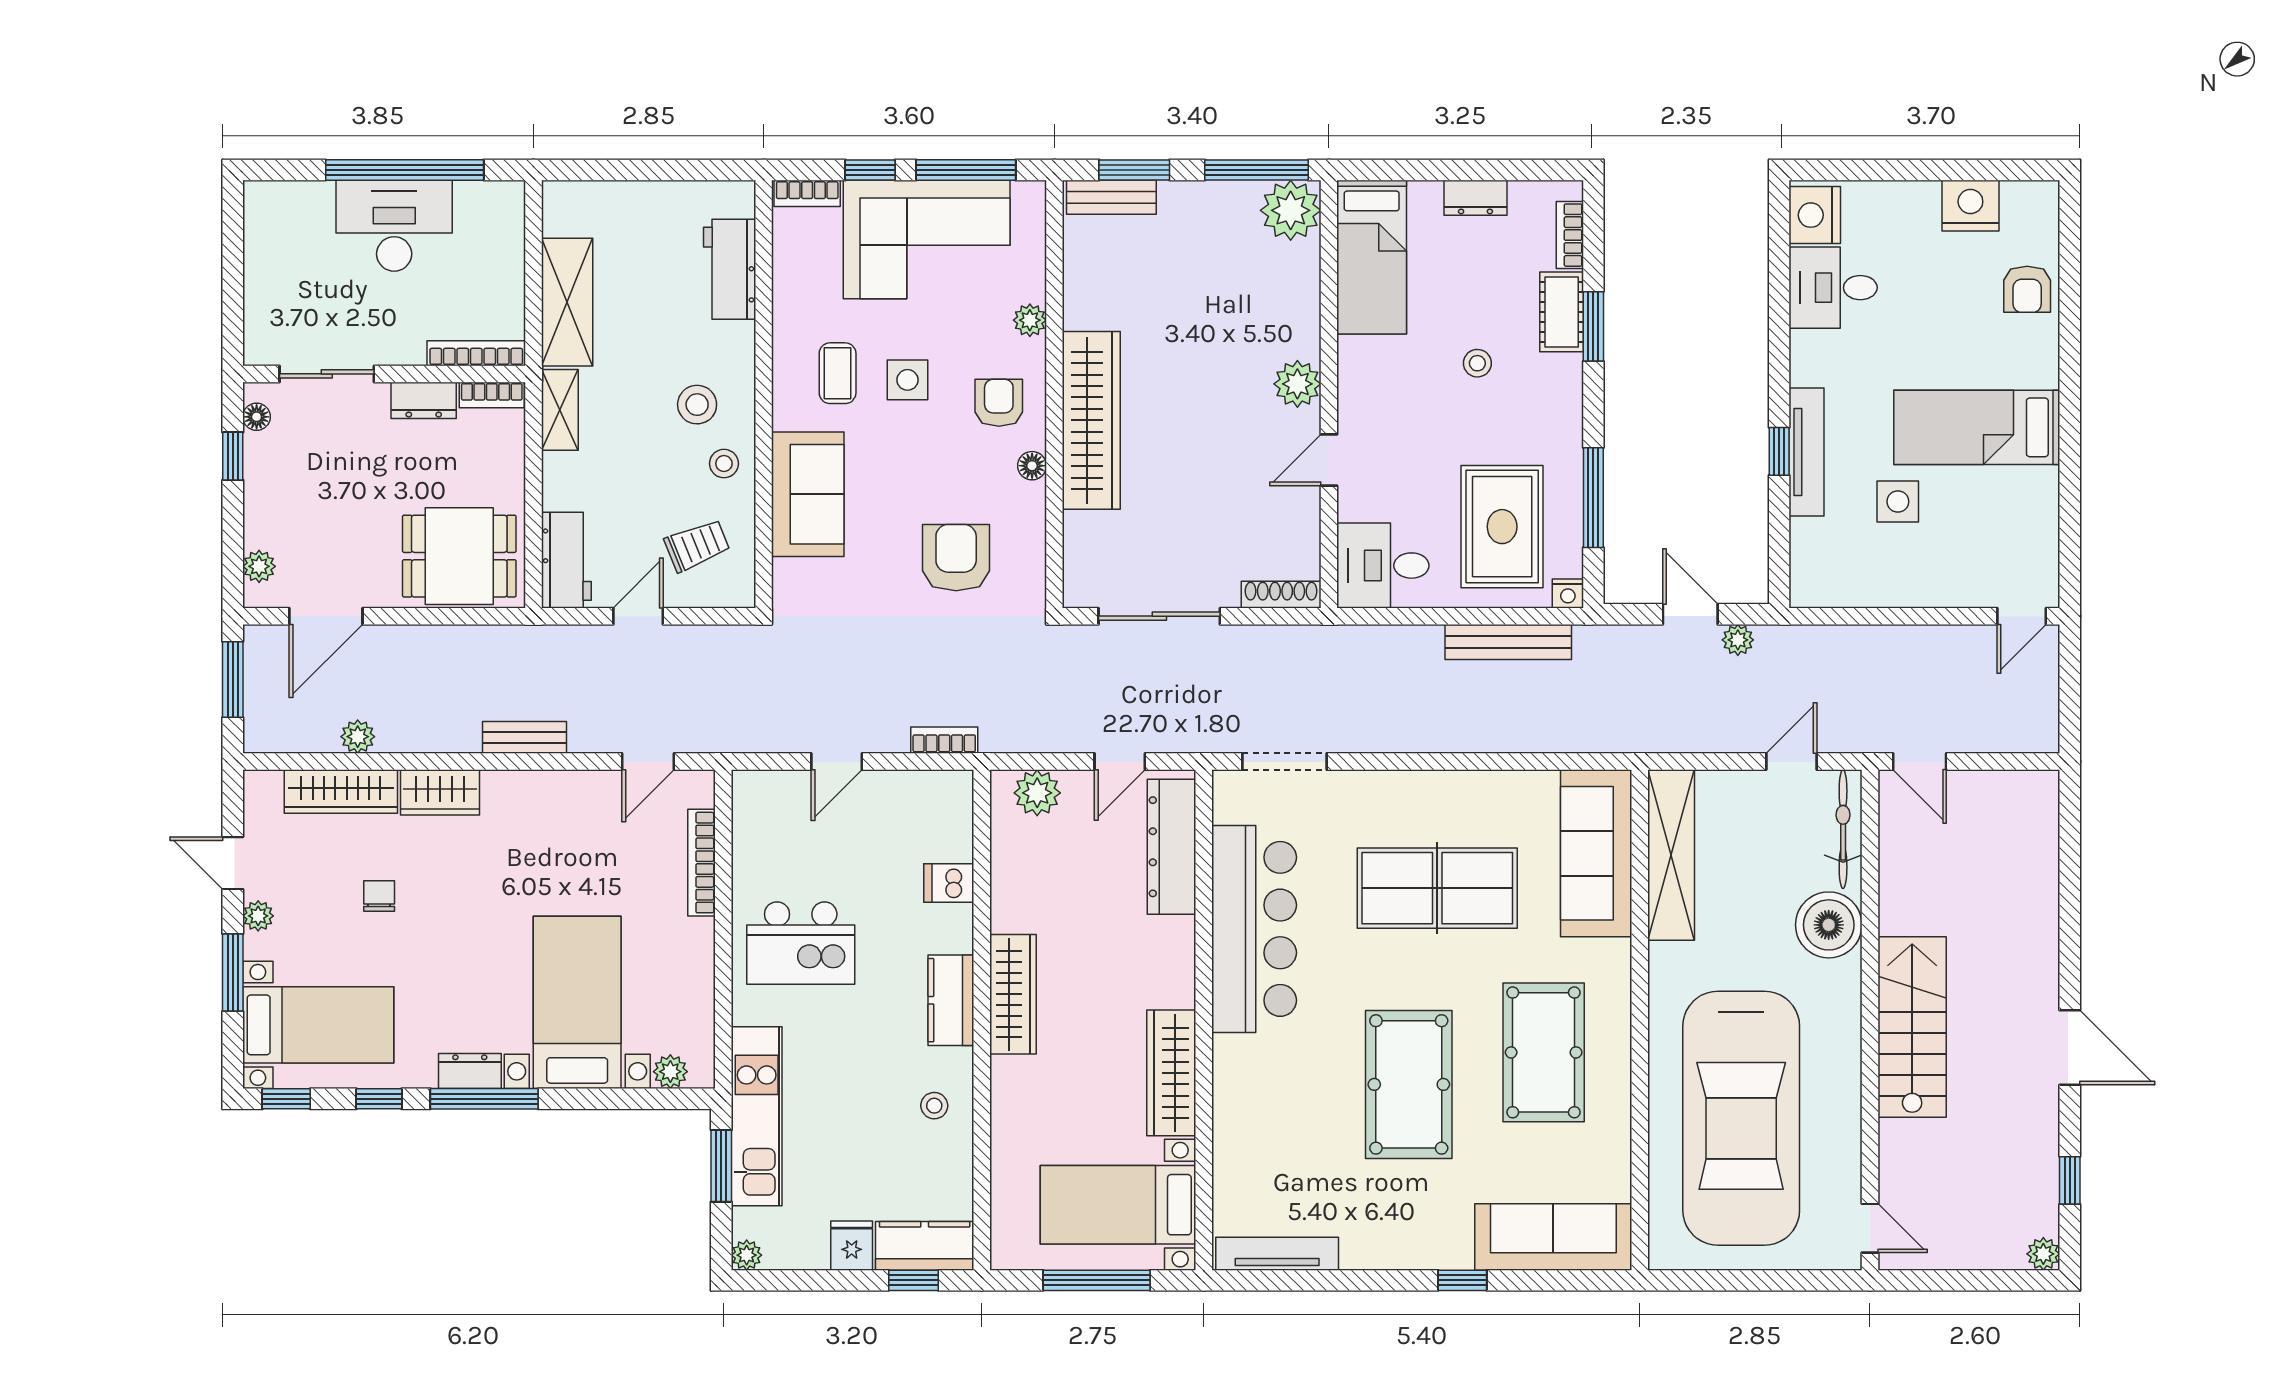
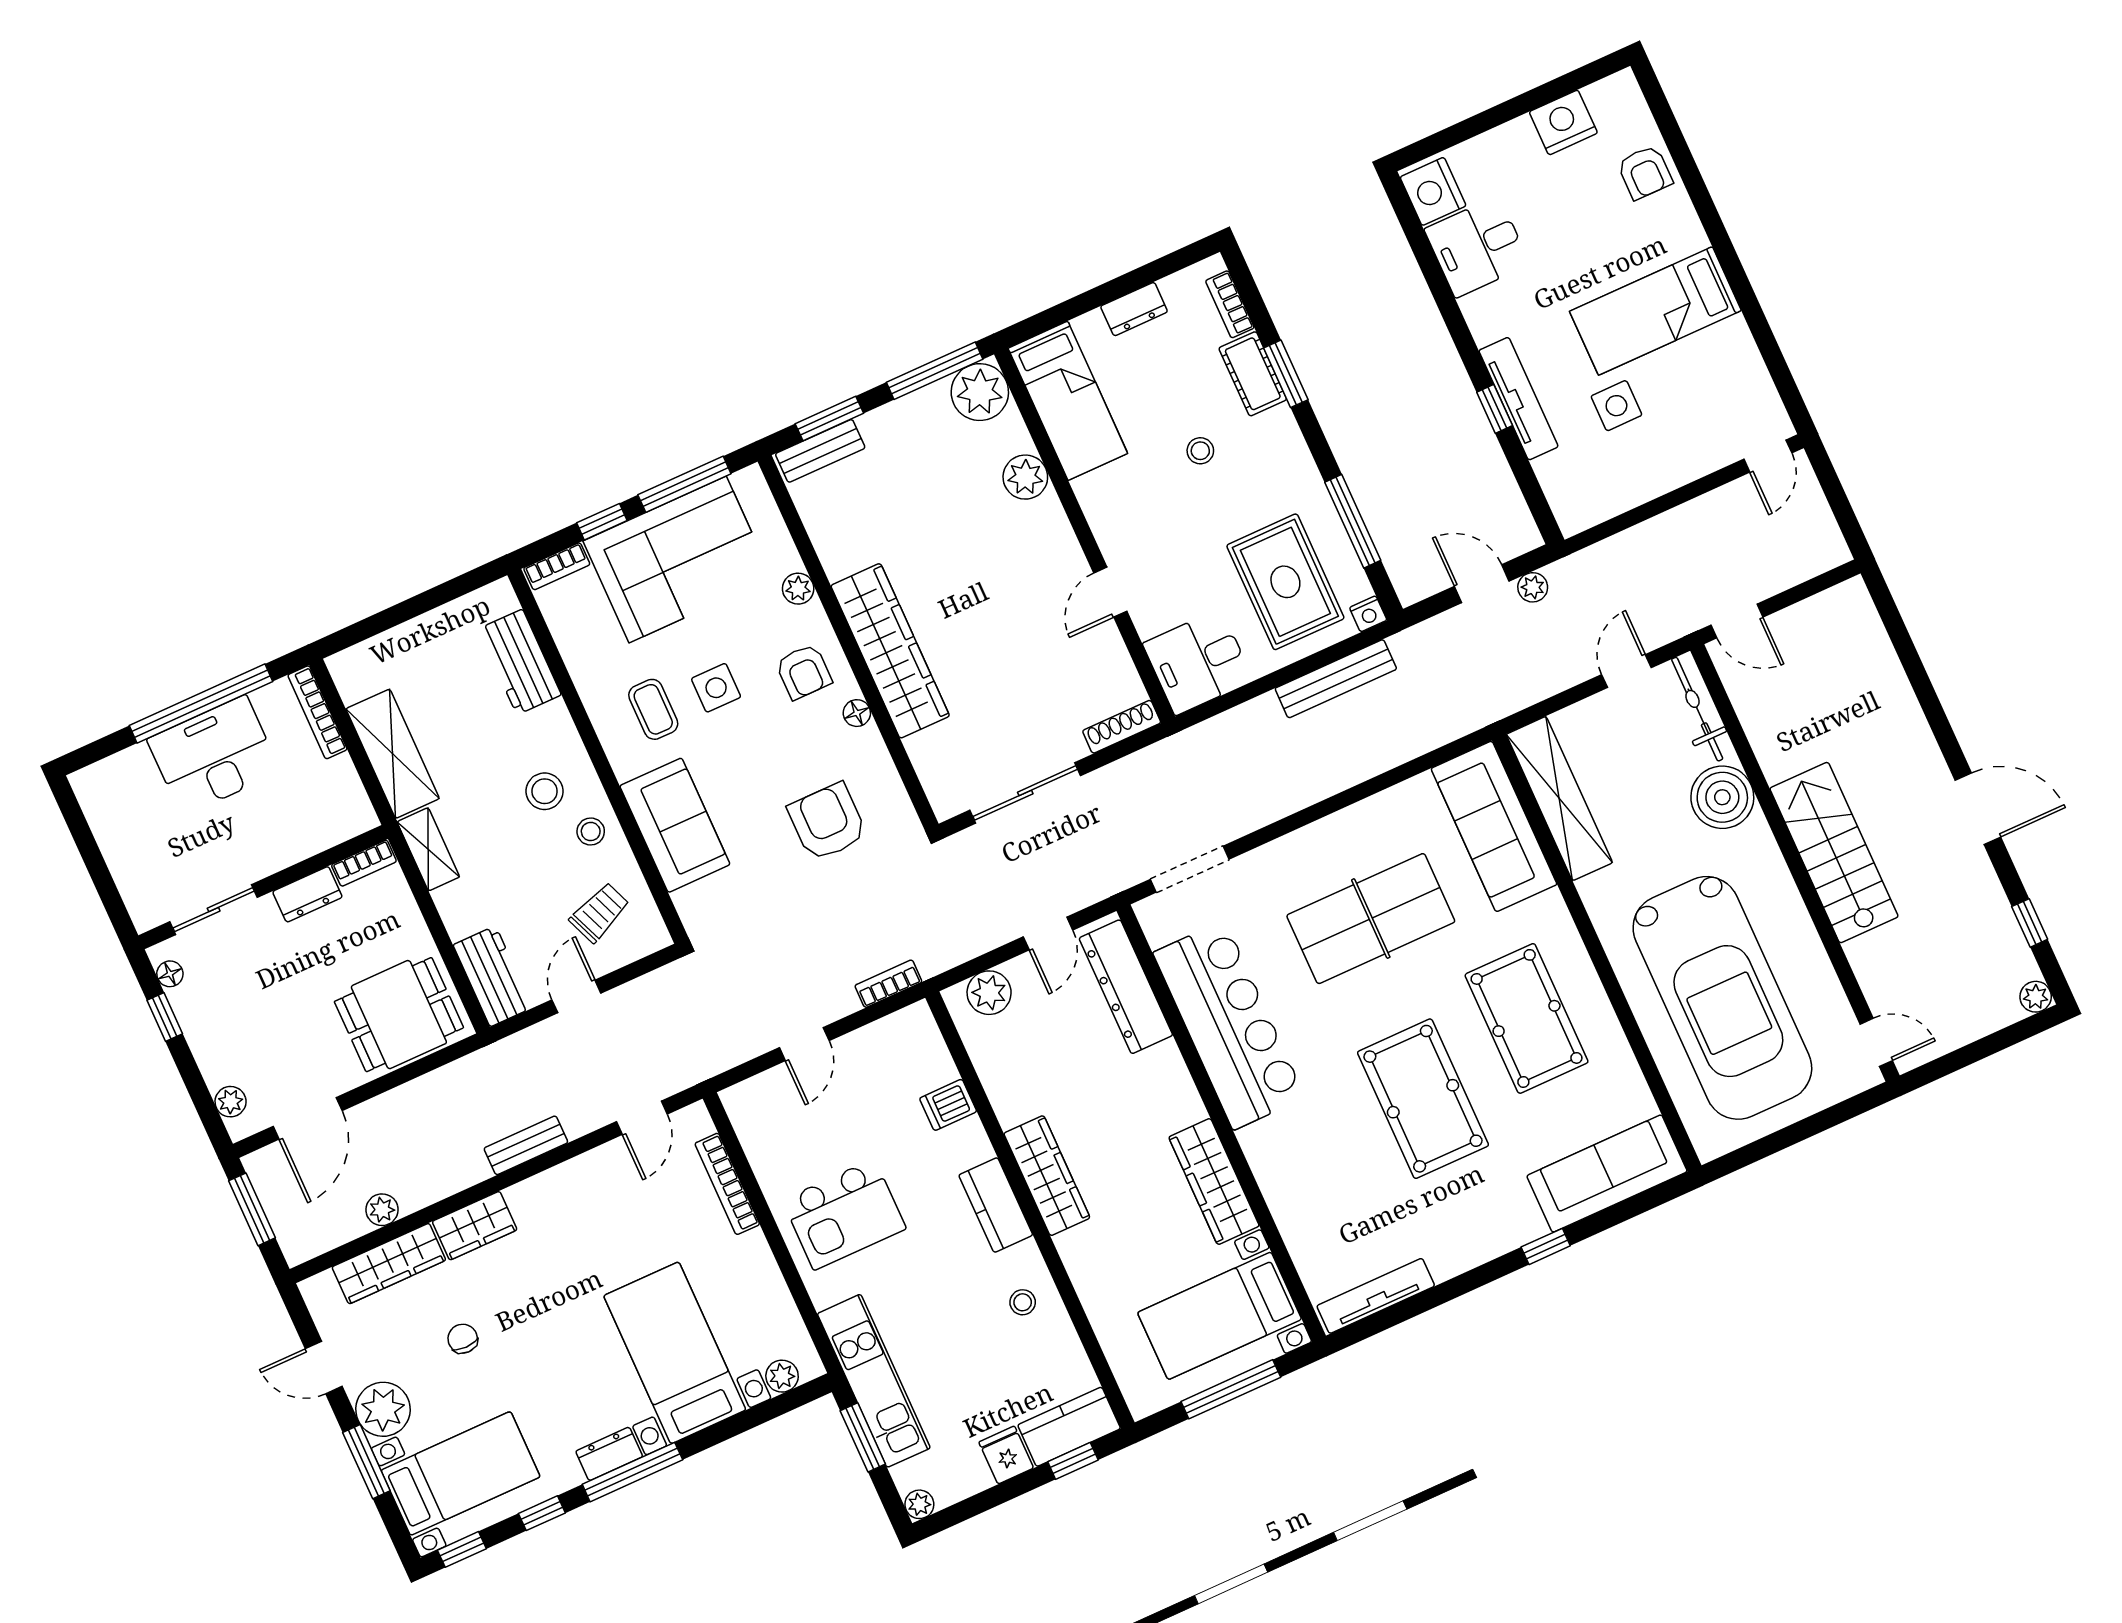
bookcase: (476, 353) -> (317, 712), moved, turned -90
plant: (1297, 384) -> (1025, 477), moved
armchair: (999, 403) -> (804, 672), turned 180
plant: (258, 916) -> (383, 1409), width x1.88, depth x1.88

